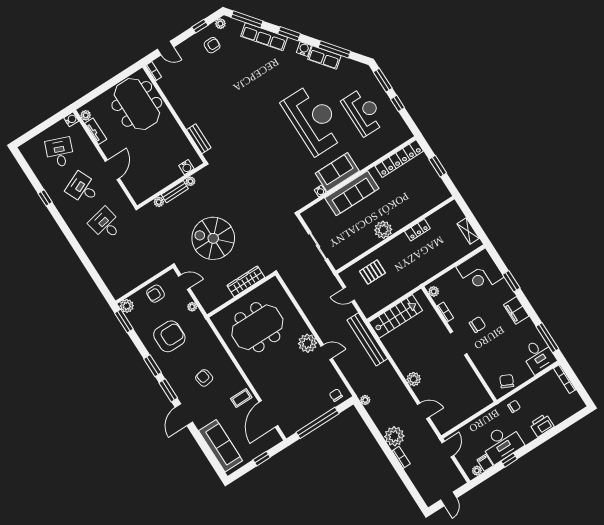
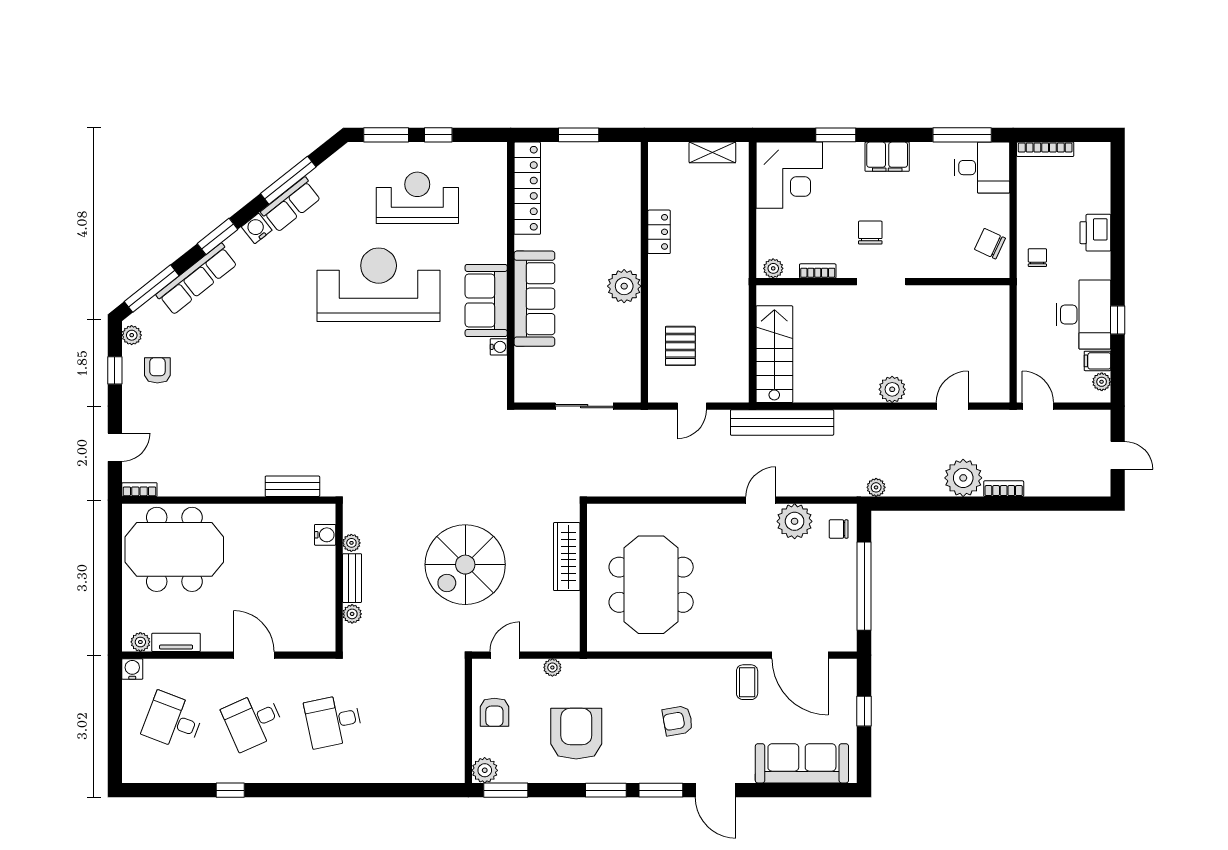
plant: (308, 343) -> (795, 521), moved

